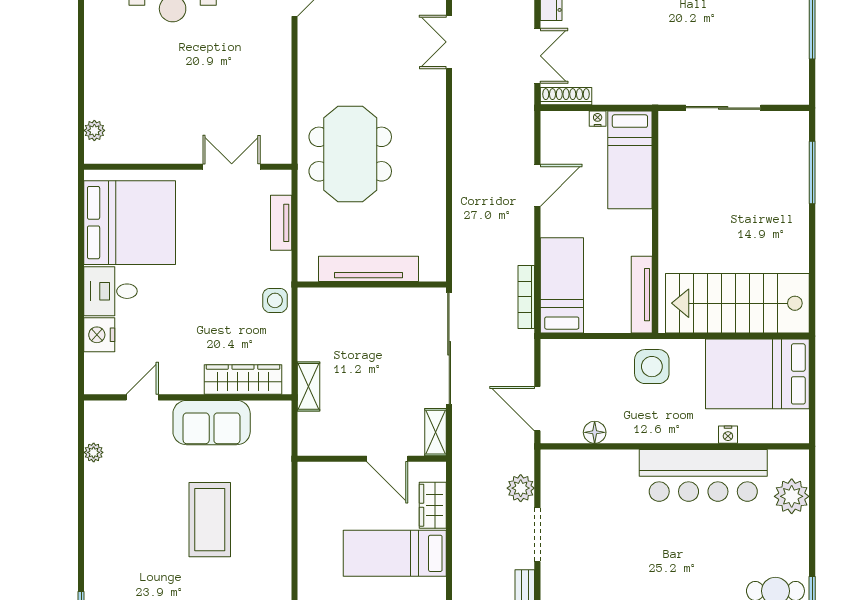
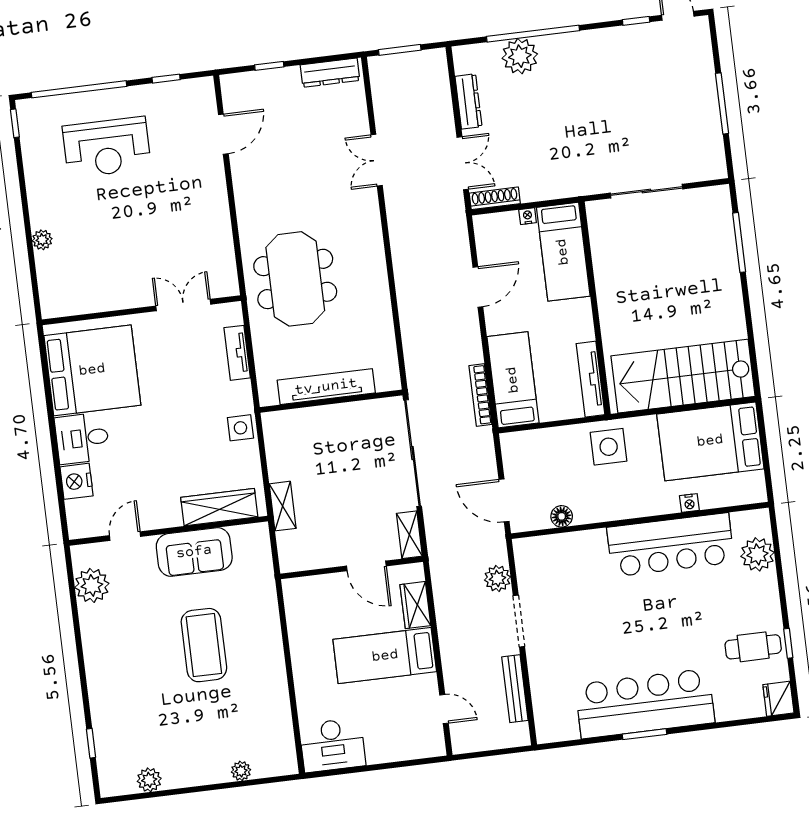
plant: (94, 130) -> (42, 240), moved
plant: (94, 452) -> (92, 585), width x1.88, depth x1.88

